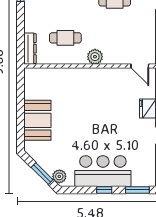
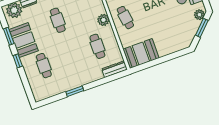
cafe table: (88, 85) -> (125, 18), added
booth: (37, 120) -> (141, 54), moved

